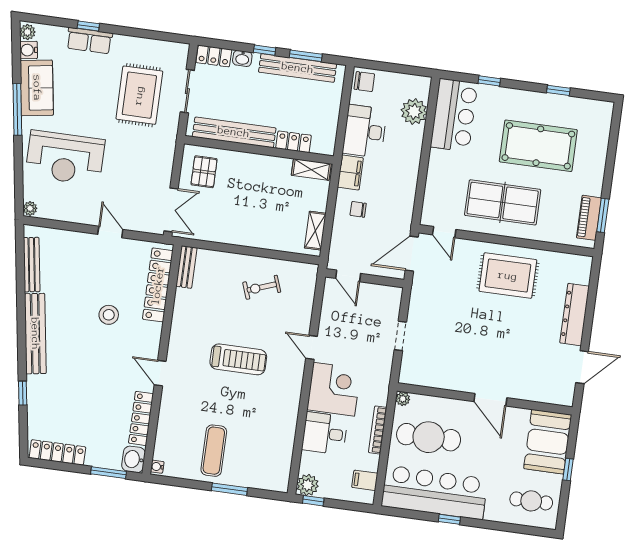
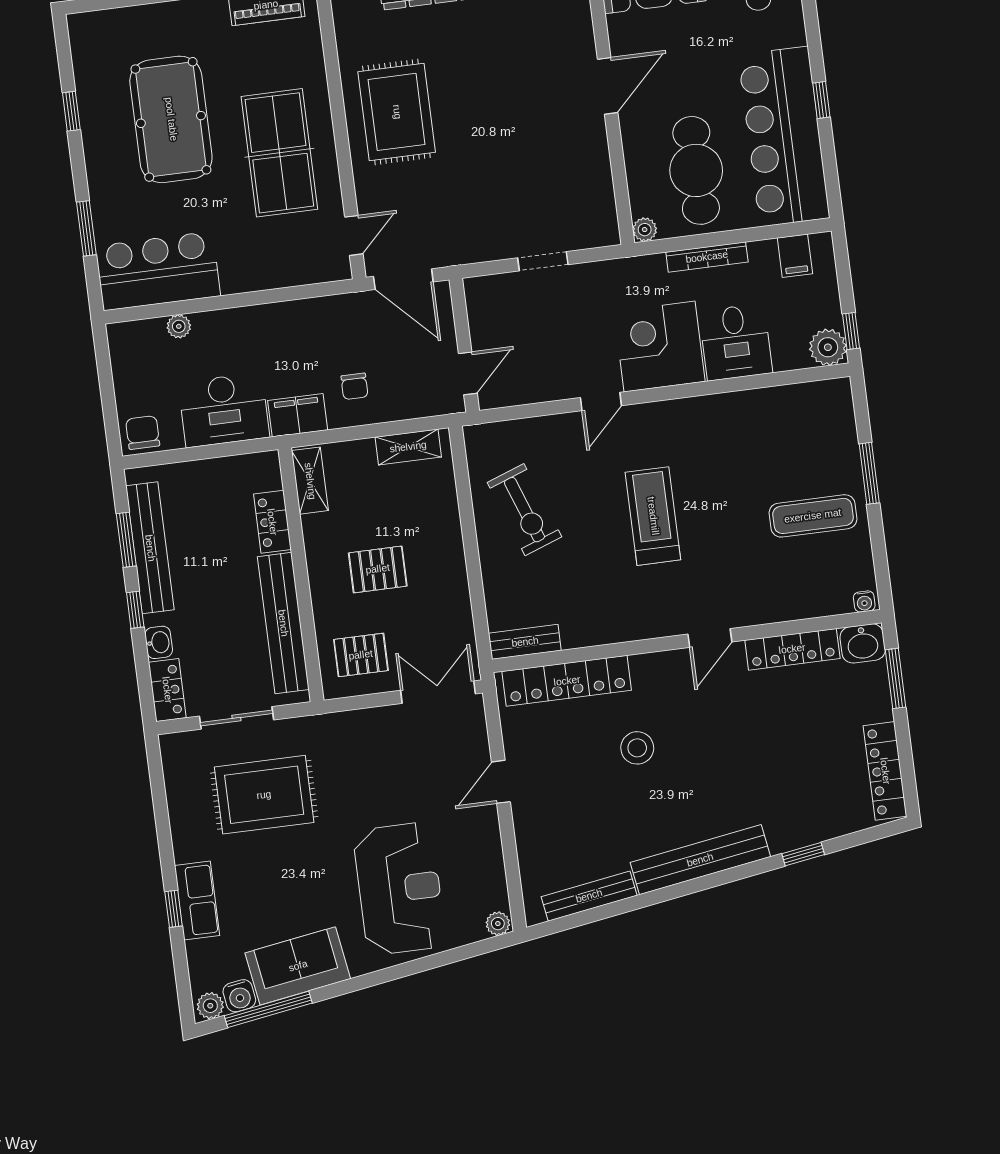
window: (489, 81) -> (86, 228), width x1.50
window: (17, 109) -> (268, 1009), moved
plant: (414, 112) -> (179, 326), width x0.53, depth x0.53
pallet: (250, 194) -> (378, 569), added
exercise bike: (262, 287) -> (524, 510), width x1.38, depth x1.39

